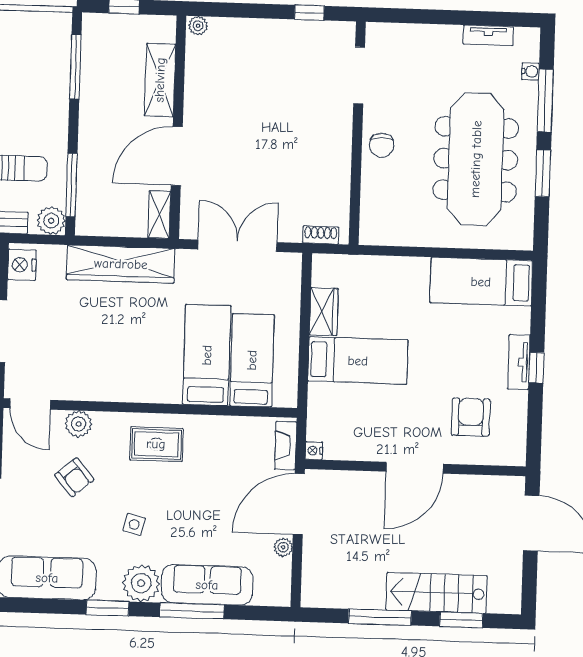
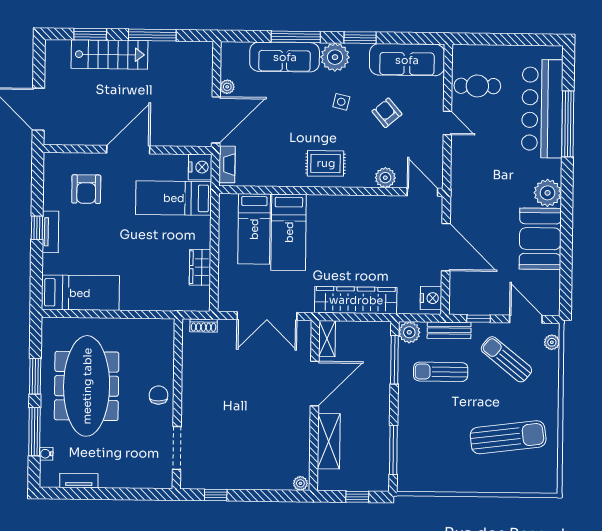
bed: (358, 361) -> (174, 198), moved
nightstand: (314, 451) -> (200, 167), width x1.89, depth x1.79
armchair: (74, 477) -> (387, 113), moved

